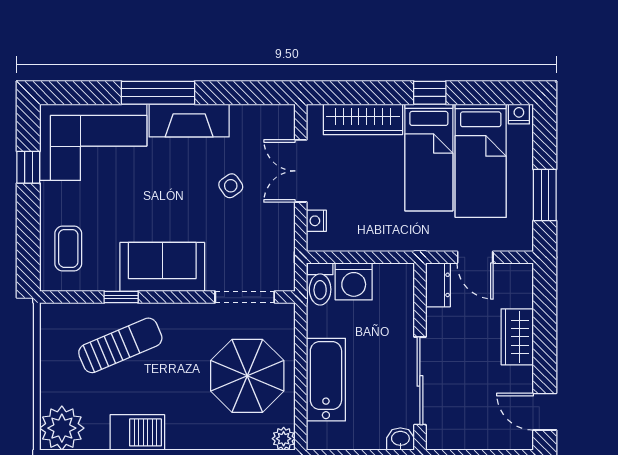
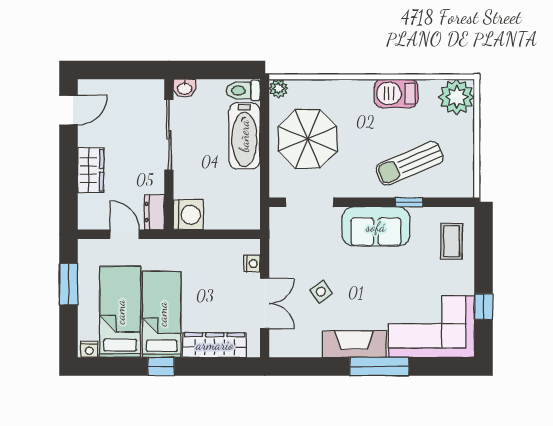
washing machine: (354, 281) -> (188, 215), moved, turned 90
toilet: (320, 284) -> (243, 91), moved, turned -90
door: (545, 412) -> (68, 110), hinge flipped

